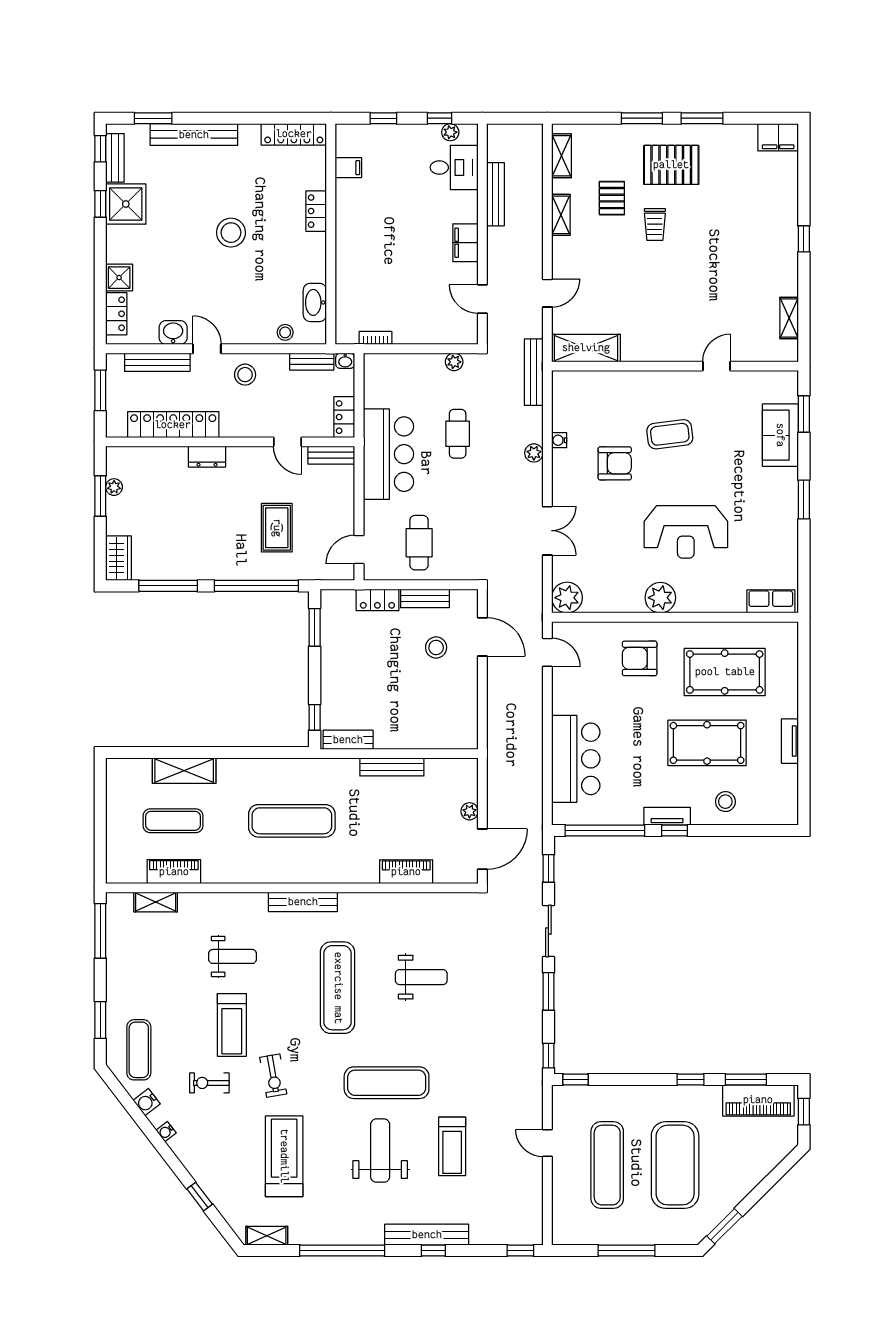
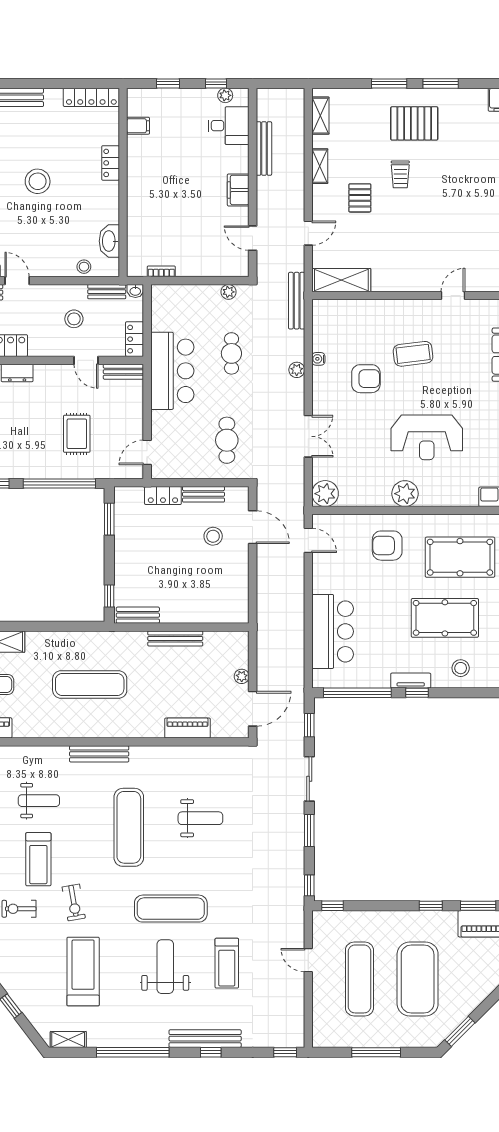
pallet: (612, 198) -> (360, 198), moved
stool: (245, 375) -> (74, 319), moved
cafe table: (419, 543) -> (227, 440), moved

